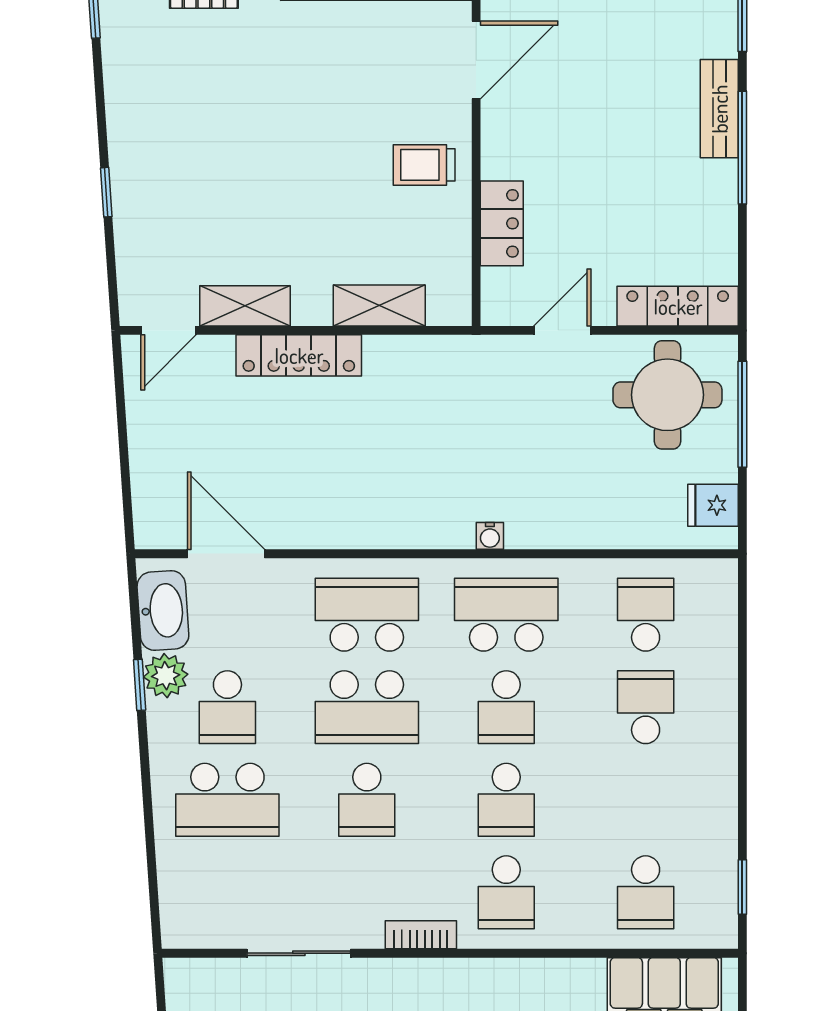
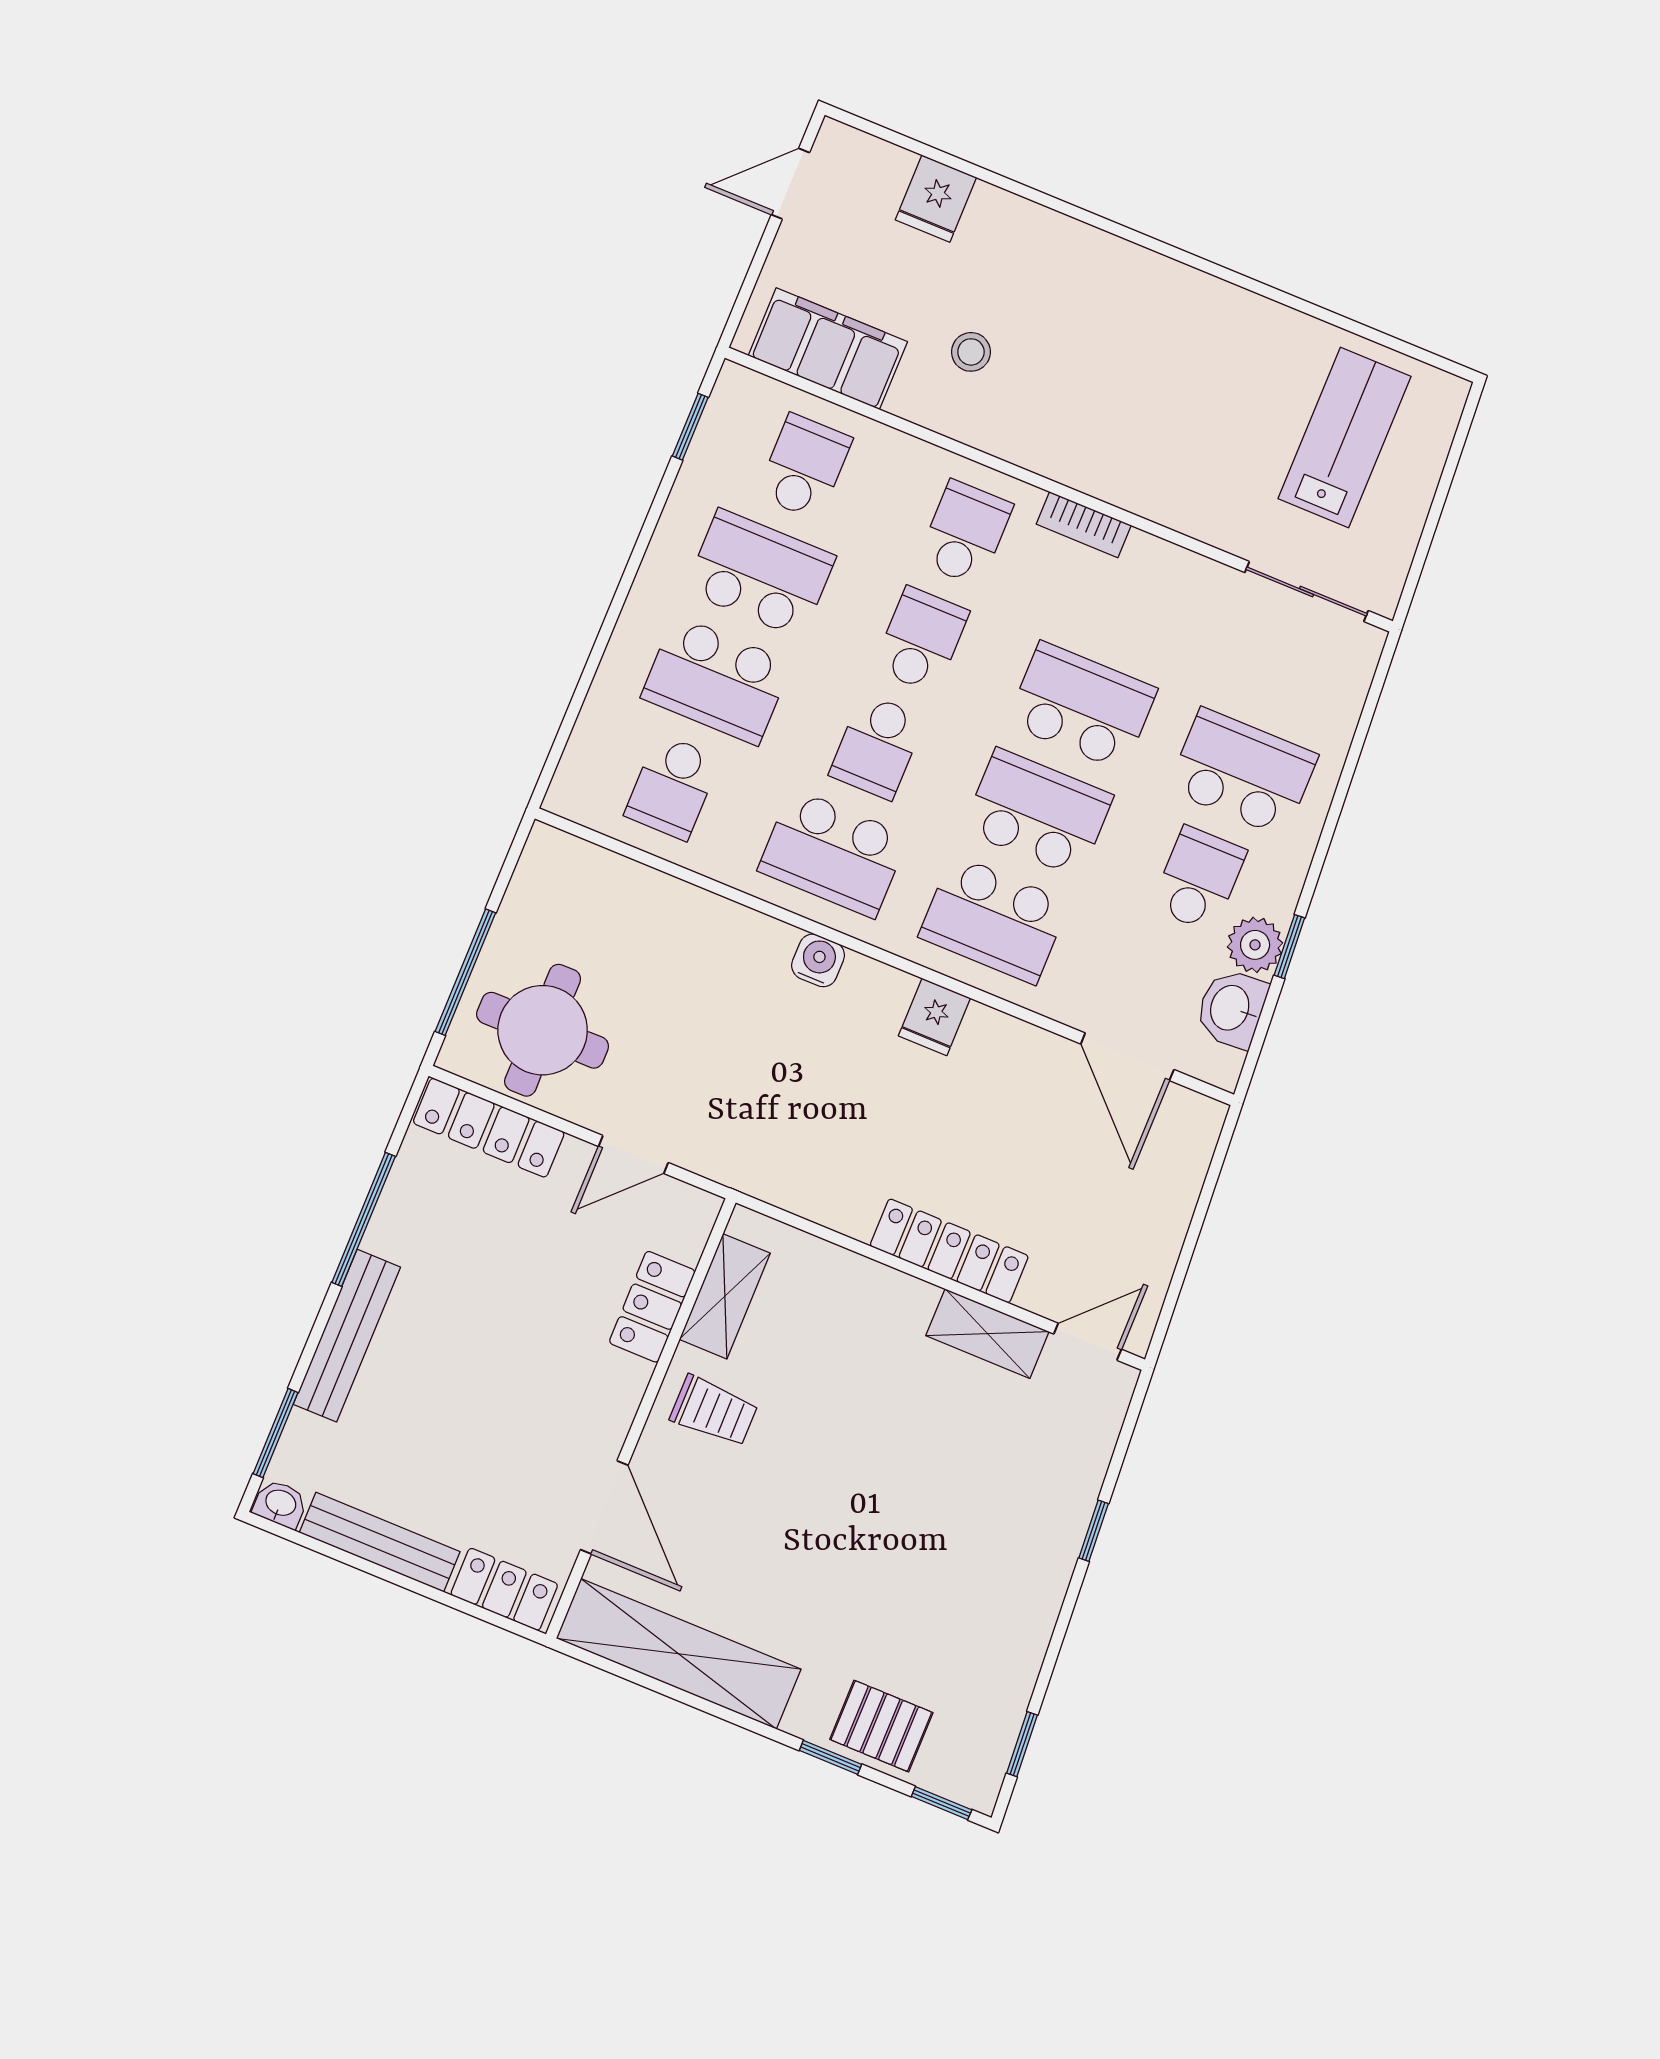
door: (476, 60) -> (604, 1507), swing flipped
bench: (719, 109) -> (347, 1336), width x1.36
window: (742, 148) -> (364, 1219), moved
shelving: (379, 305) -> (725, 1296), moved, turned 90
fridge: (713, 505) -> (934, 1017), moved, turned 90
water cooler: (490, 536) -> (818, 960), width x1.38, depth x1.38
washbasin: (163, 610) -> (1231, 1008), width x0.72
school desk: (506, 707) -> (877, 746), turned 180
school desk: (646, 707) -> (716, 680), width x1.85
school desk: (367, 800) -> (1082, 706), width x1.85
school desk: (646, 800) -> (760, 574), added
sliding door: (299, 953) -> (1307, 592), moved

